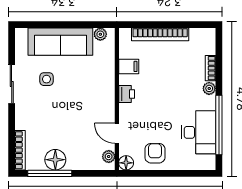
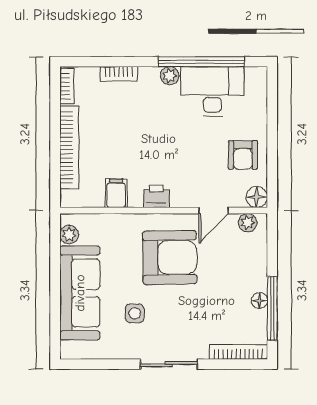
bookcase: (202, 33) -> (67, 86), added
sliding door: (12, 84) -> (169, 364), moved
plant: (209, 88) -> (170, 76), moved
armchair: (85, 103) -> (170, 258), added
armchair: (155, 153) -> (243, 155), turned -90
floor lamp: (55, 160) -> (259, 301), width x0.53, depth x0.53

